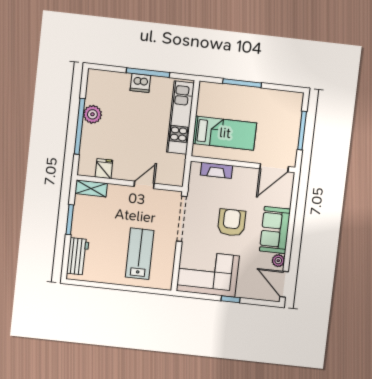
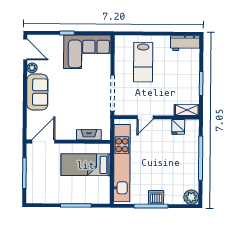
plant: (92, 114) -> (191, 197), moved
kitchen unit: (180, 118) -> (122, 163), width x1.36
armchair: (232, 223) -> (73, 94), removed
workbench: (78, 256) -> (185, 43), moved, turned -90

